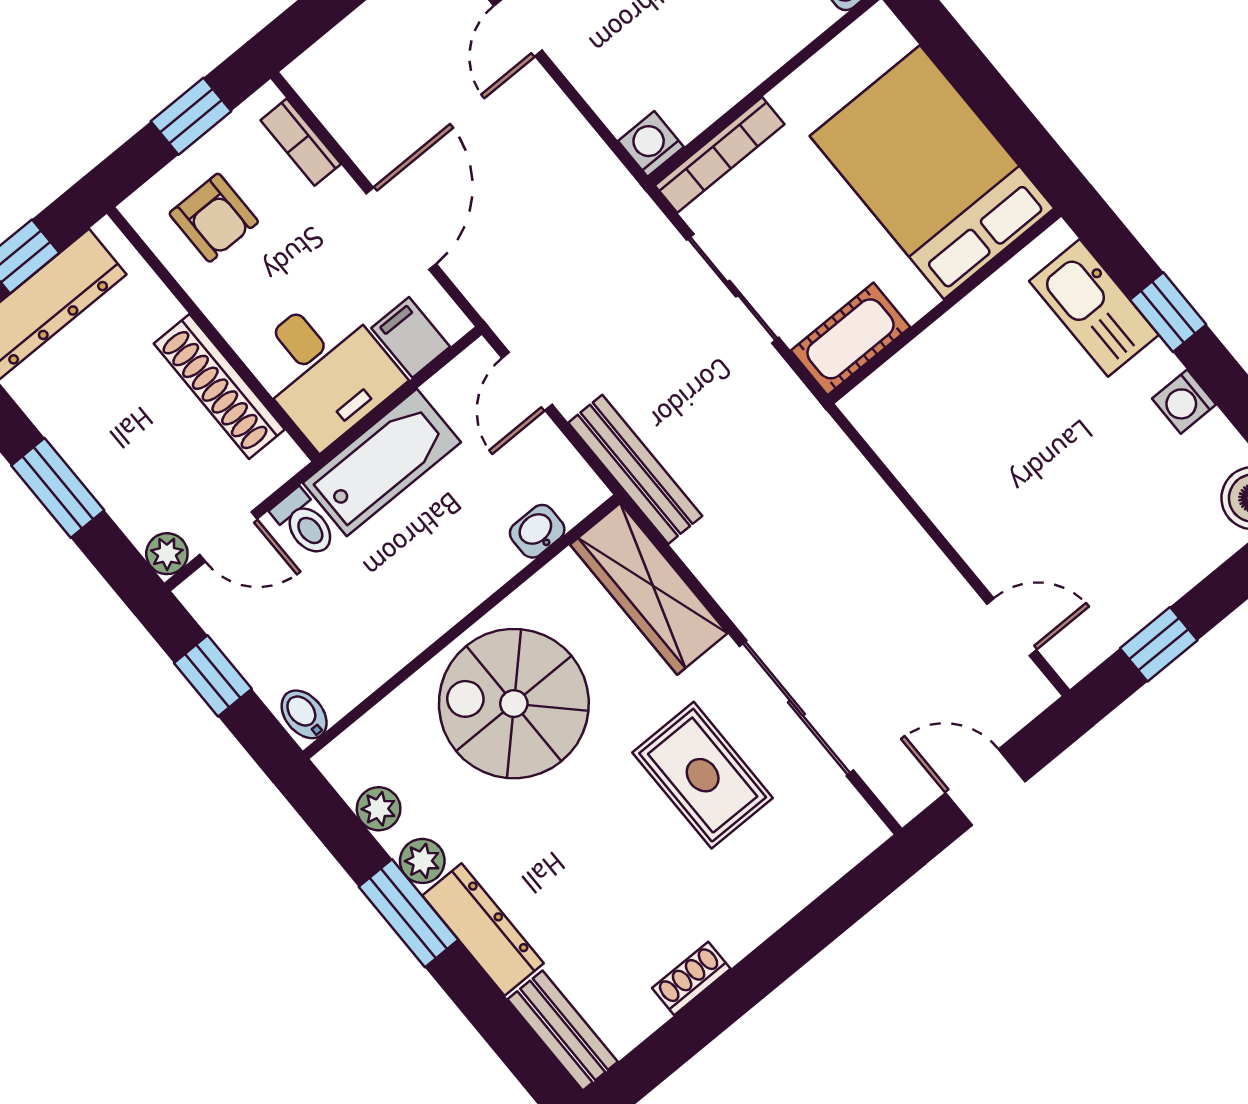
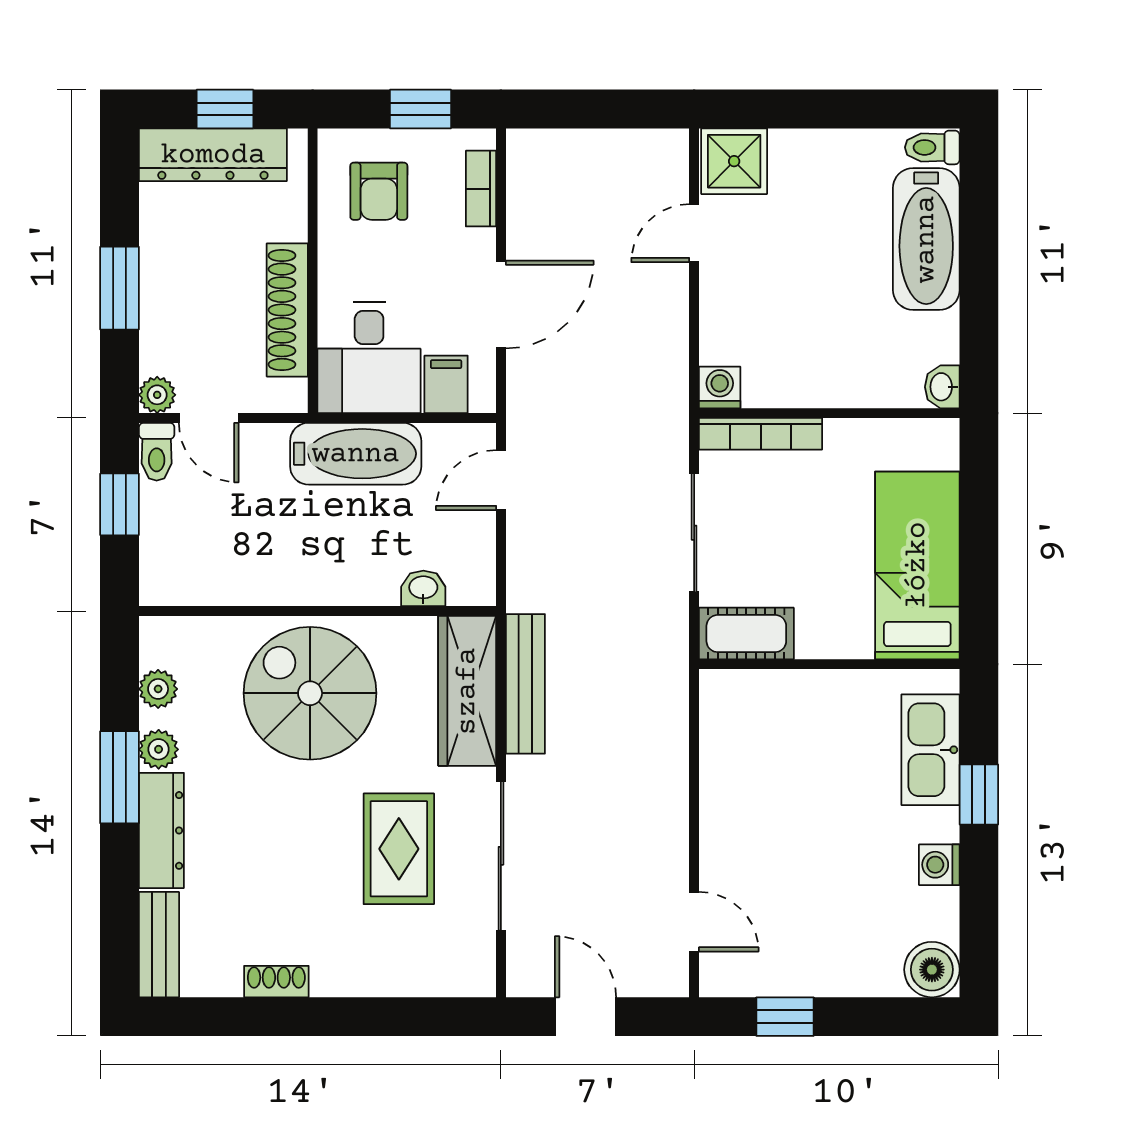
bed: (932, 172) -> (917, 565), width x0.67
bench: (635, 469) -> (525, 684), moved
toilet: (304, 523) -> (157, 452), moved
bidet: (304, 714) -> (160, 582), removed

